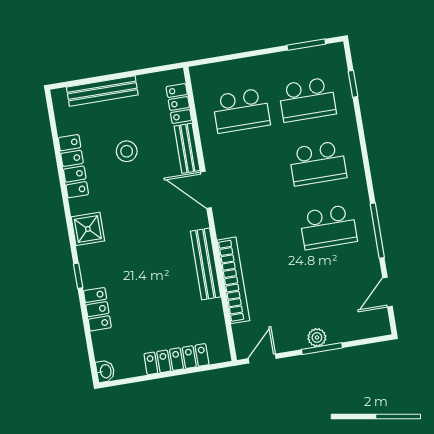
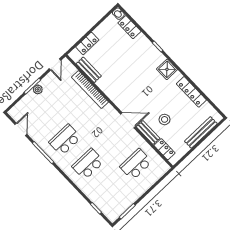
school desk: (307, 100) -> (111, 188), removed
stool: (127, 151) -> (165, 119), moved
bench: (206, 264) -> (89, 70), moved, width x0.73
locker: (97, 309) -> (129, 27), moved
locker: (176, 359) -> (87, 43), width x0.66

